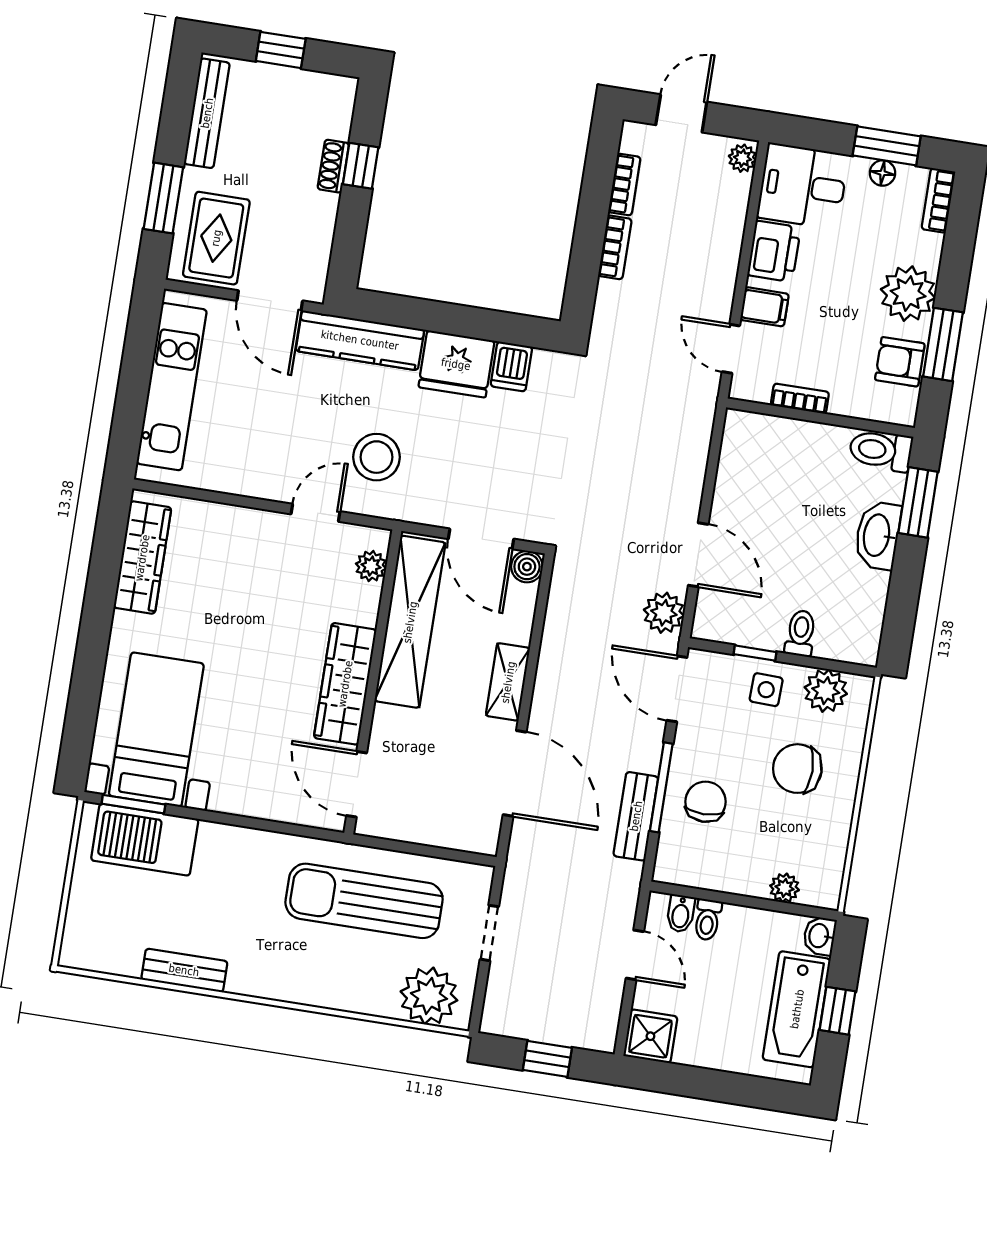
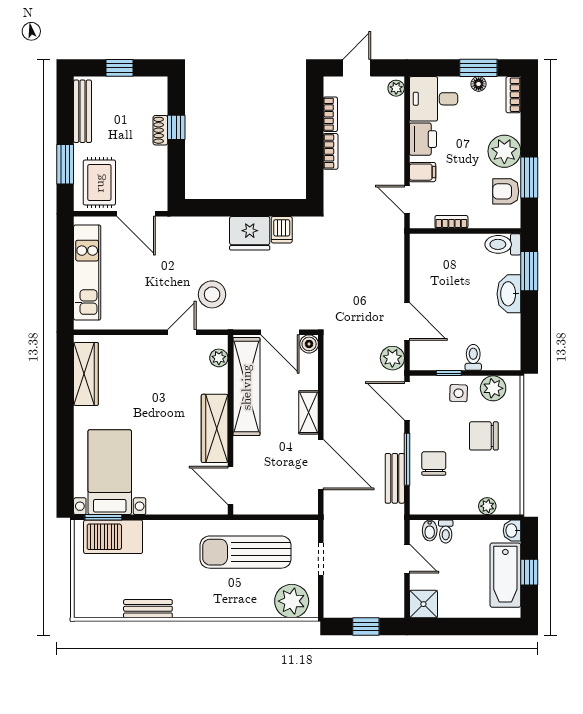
kitchen counter: (360, 340) -> (192, 228), removed

